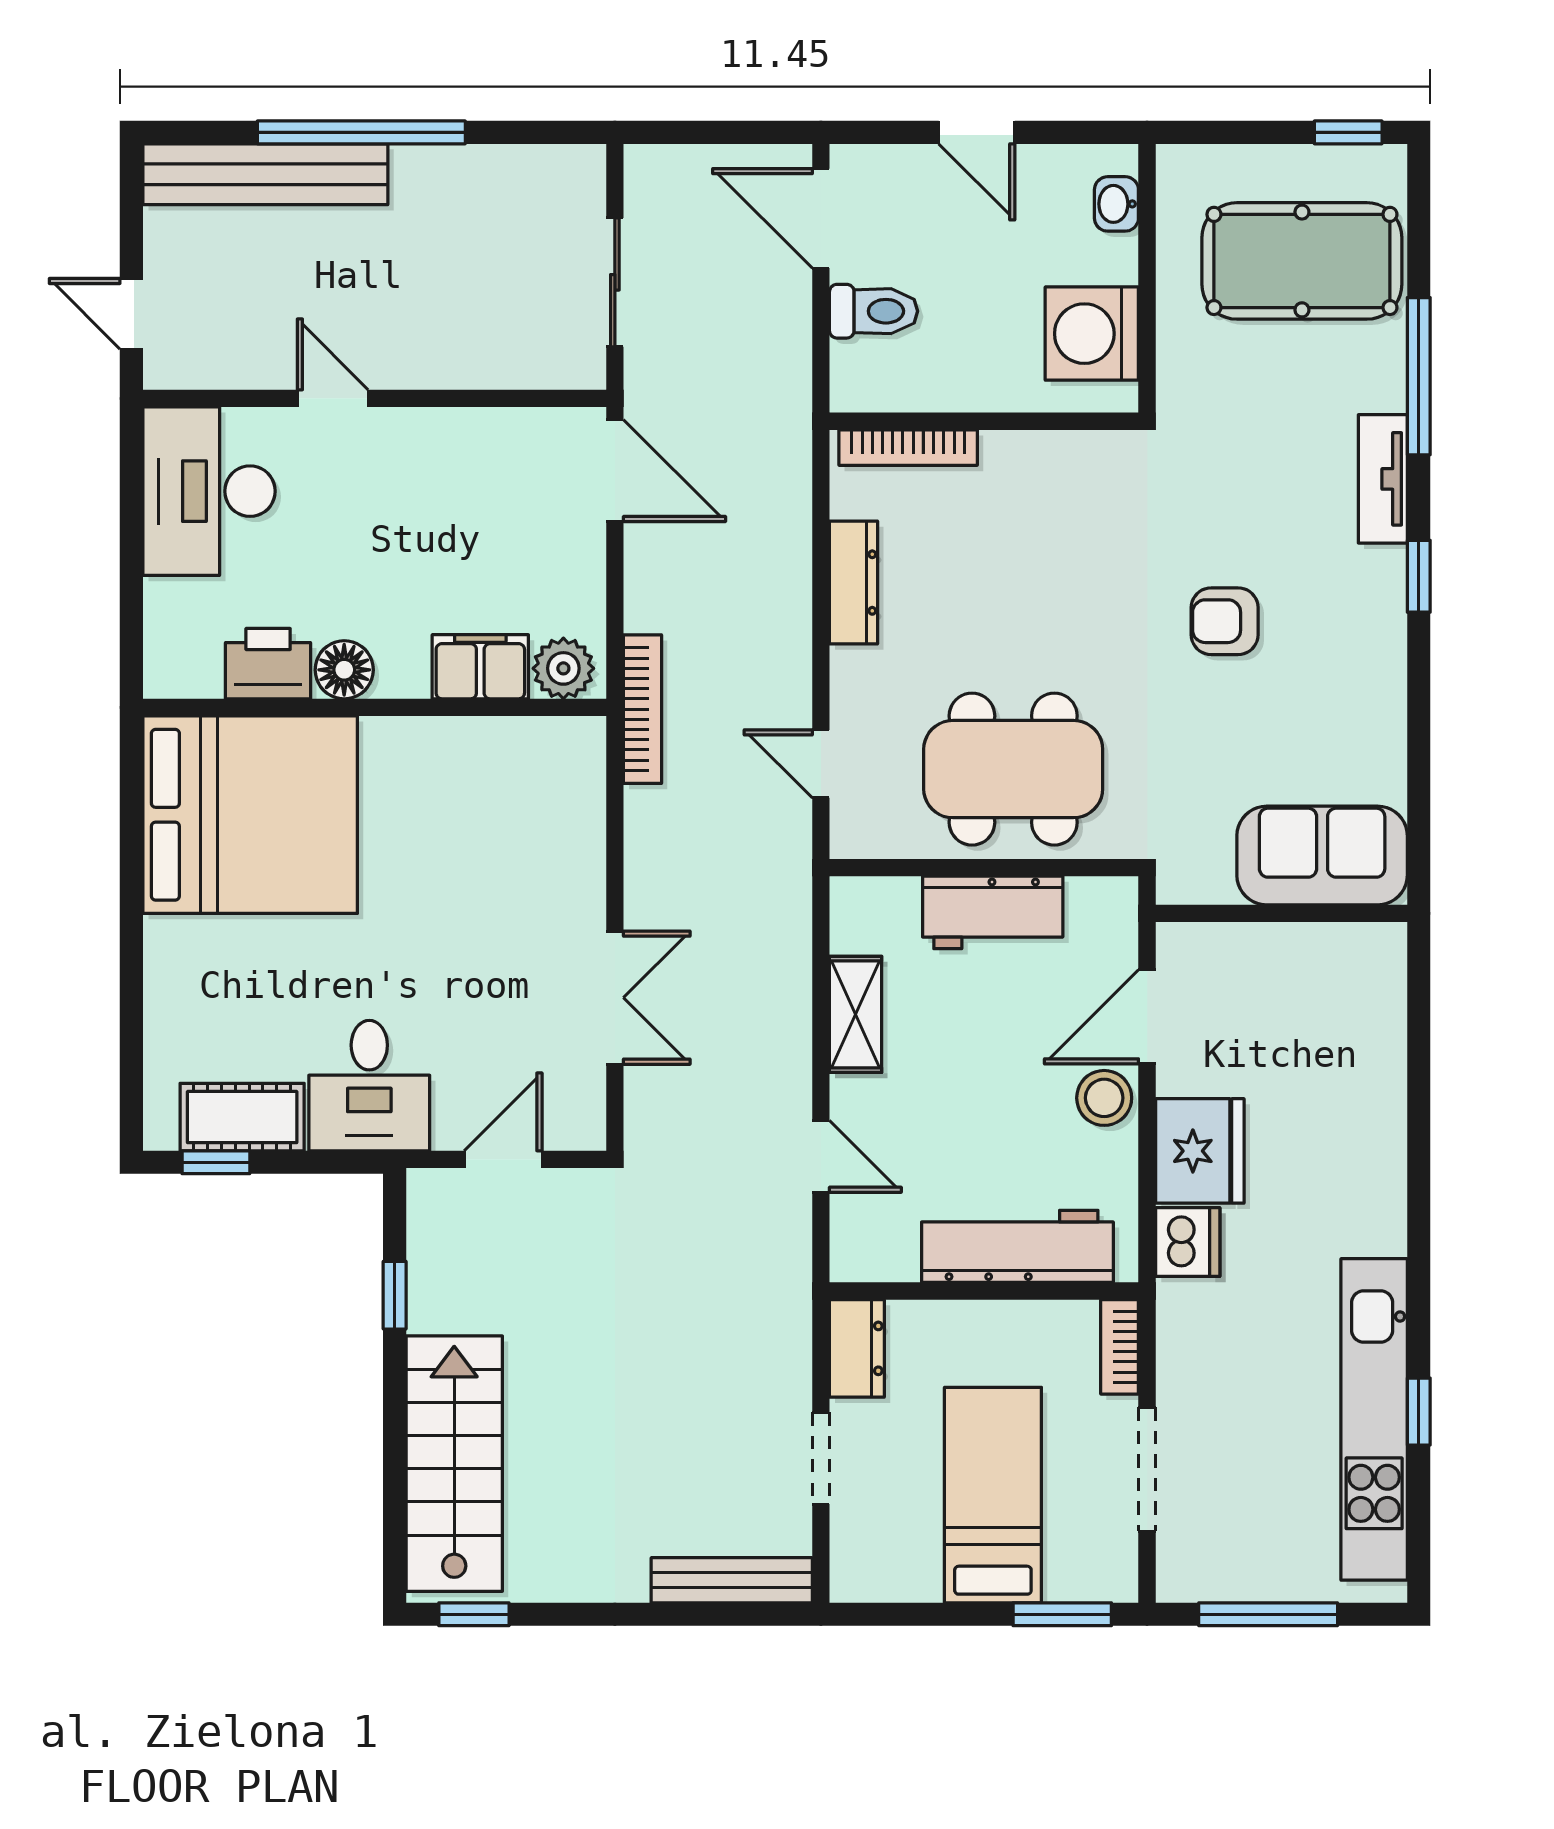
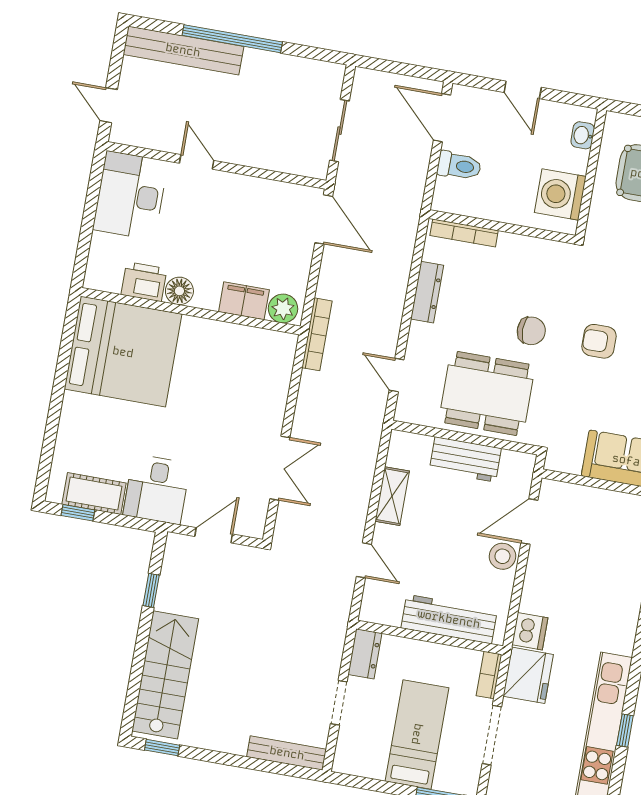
chair: (1082, 624) -> (531, 331), added
fridge: (1200, 1151) -> (528, 675), moved

